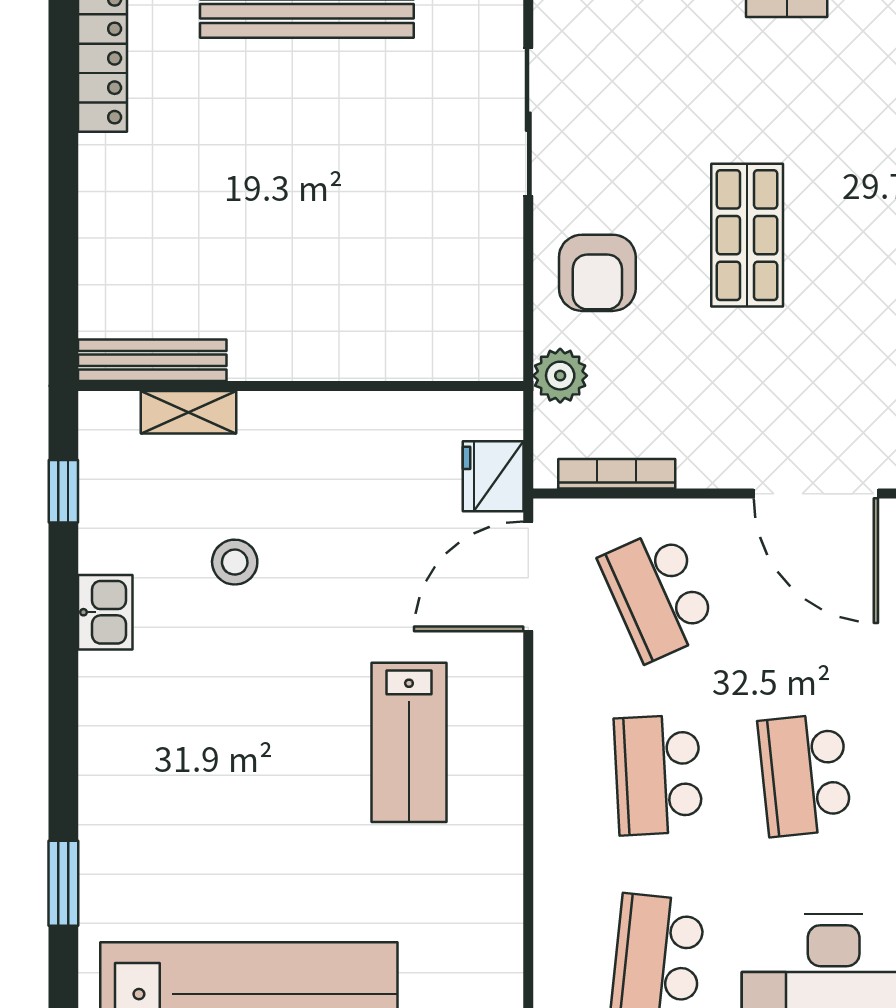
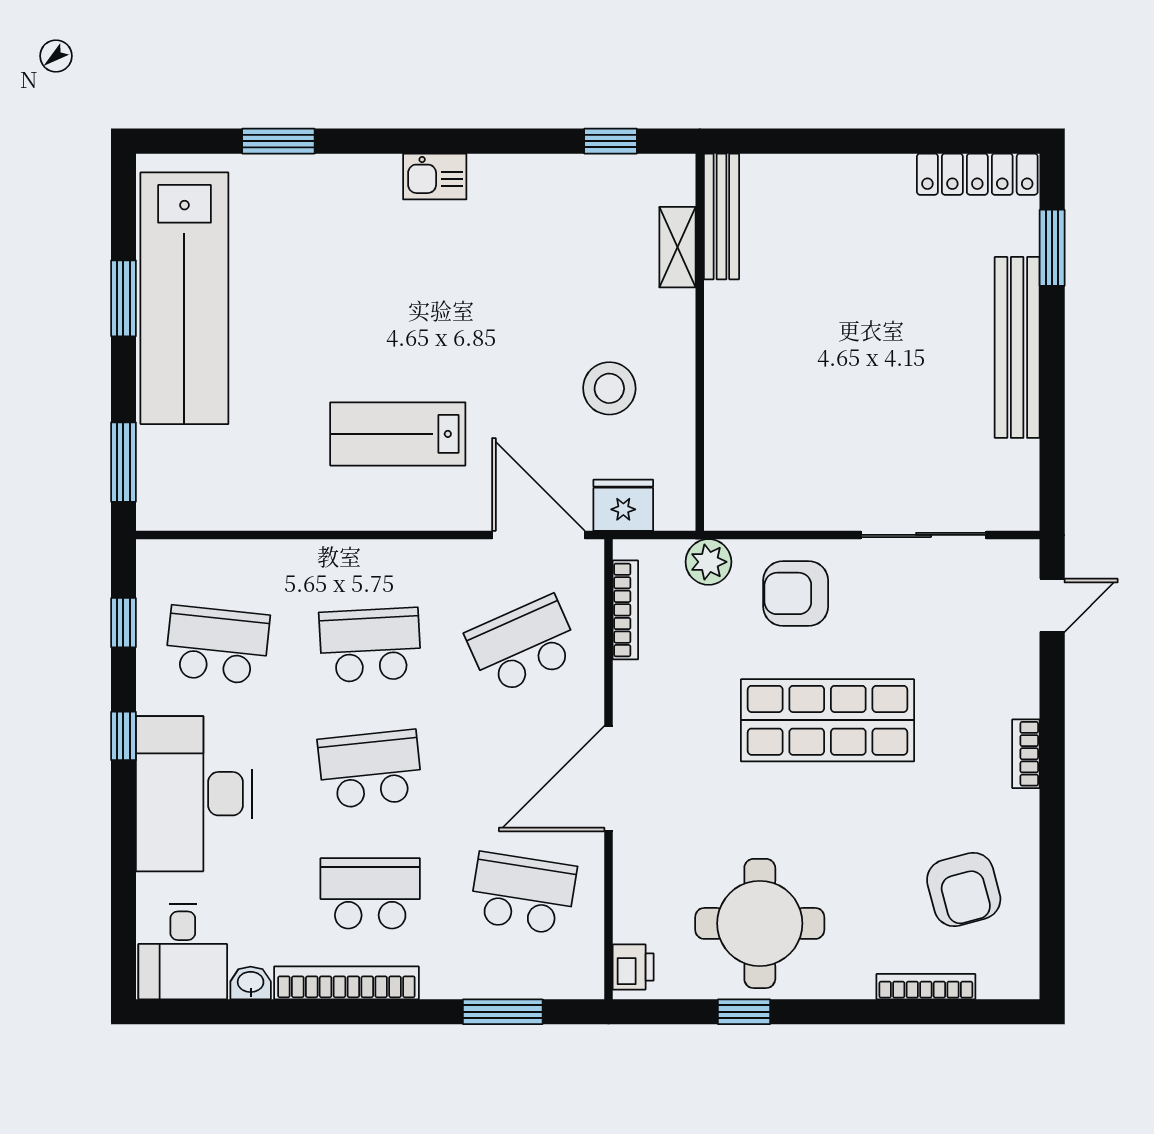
shop shelf: (747, 235) -> (827, 720), width x1.43, depth x1.36
stool: (235, 562) -> (609, 388), moved, width x1.38, depth x1.38
kitchen sink: (105, 612) -> (435, 177), moved

